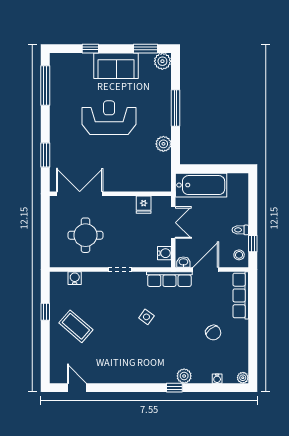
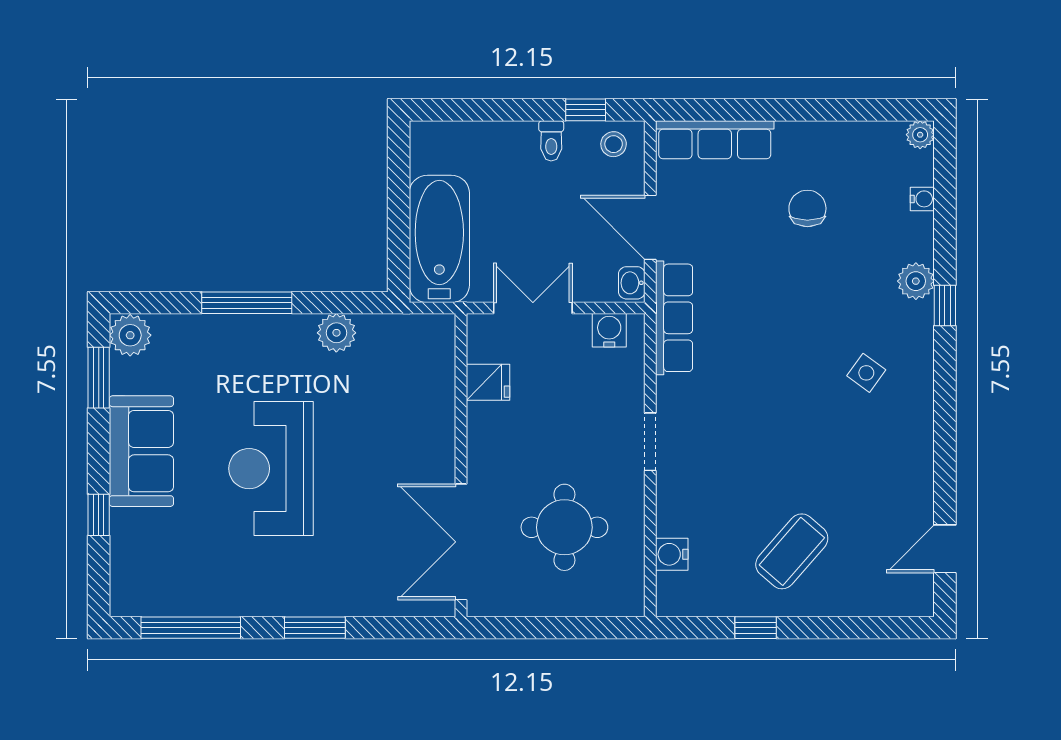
window: (45, 155) -> (315, 628), moved
side table: (146, 317) -> (866, 373), moved
chair: (213, 333) -> (807, 208), turned -53

